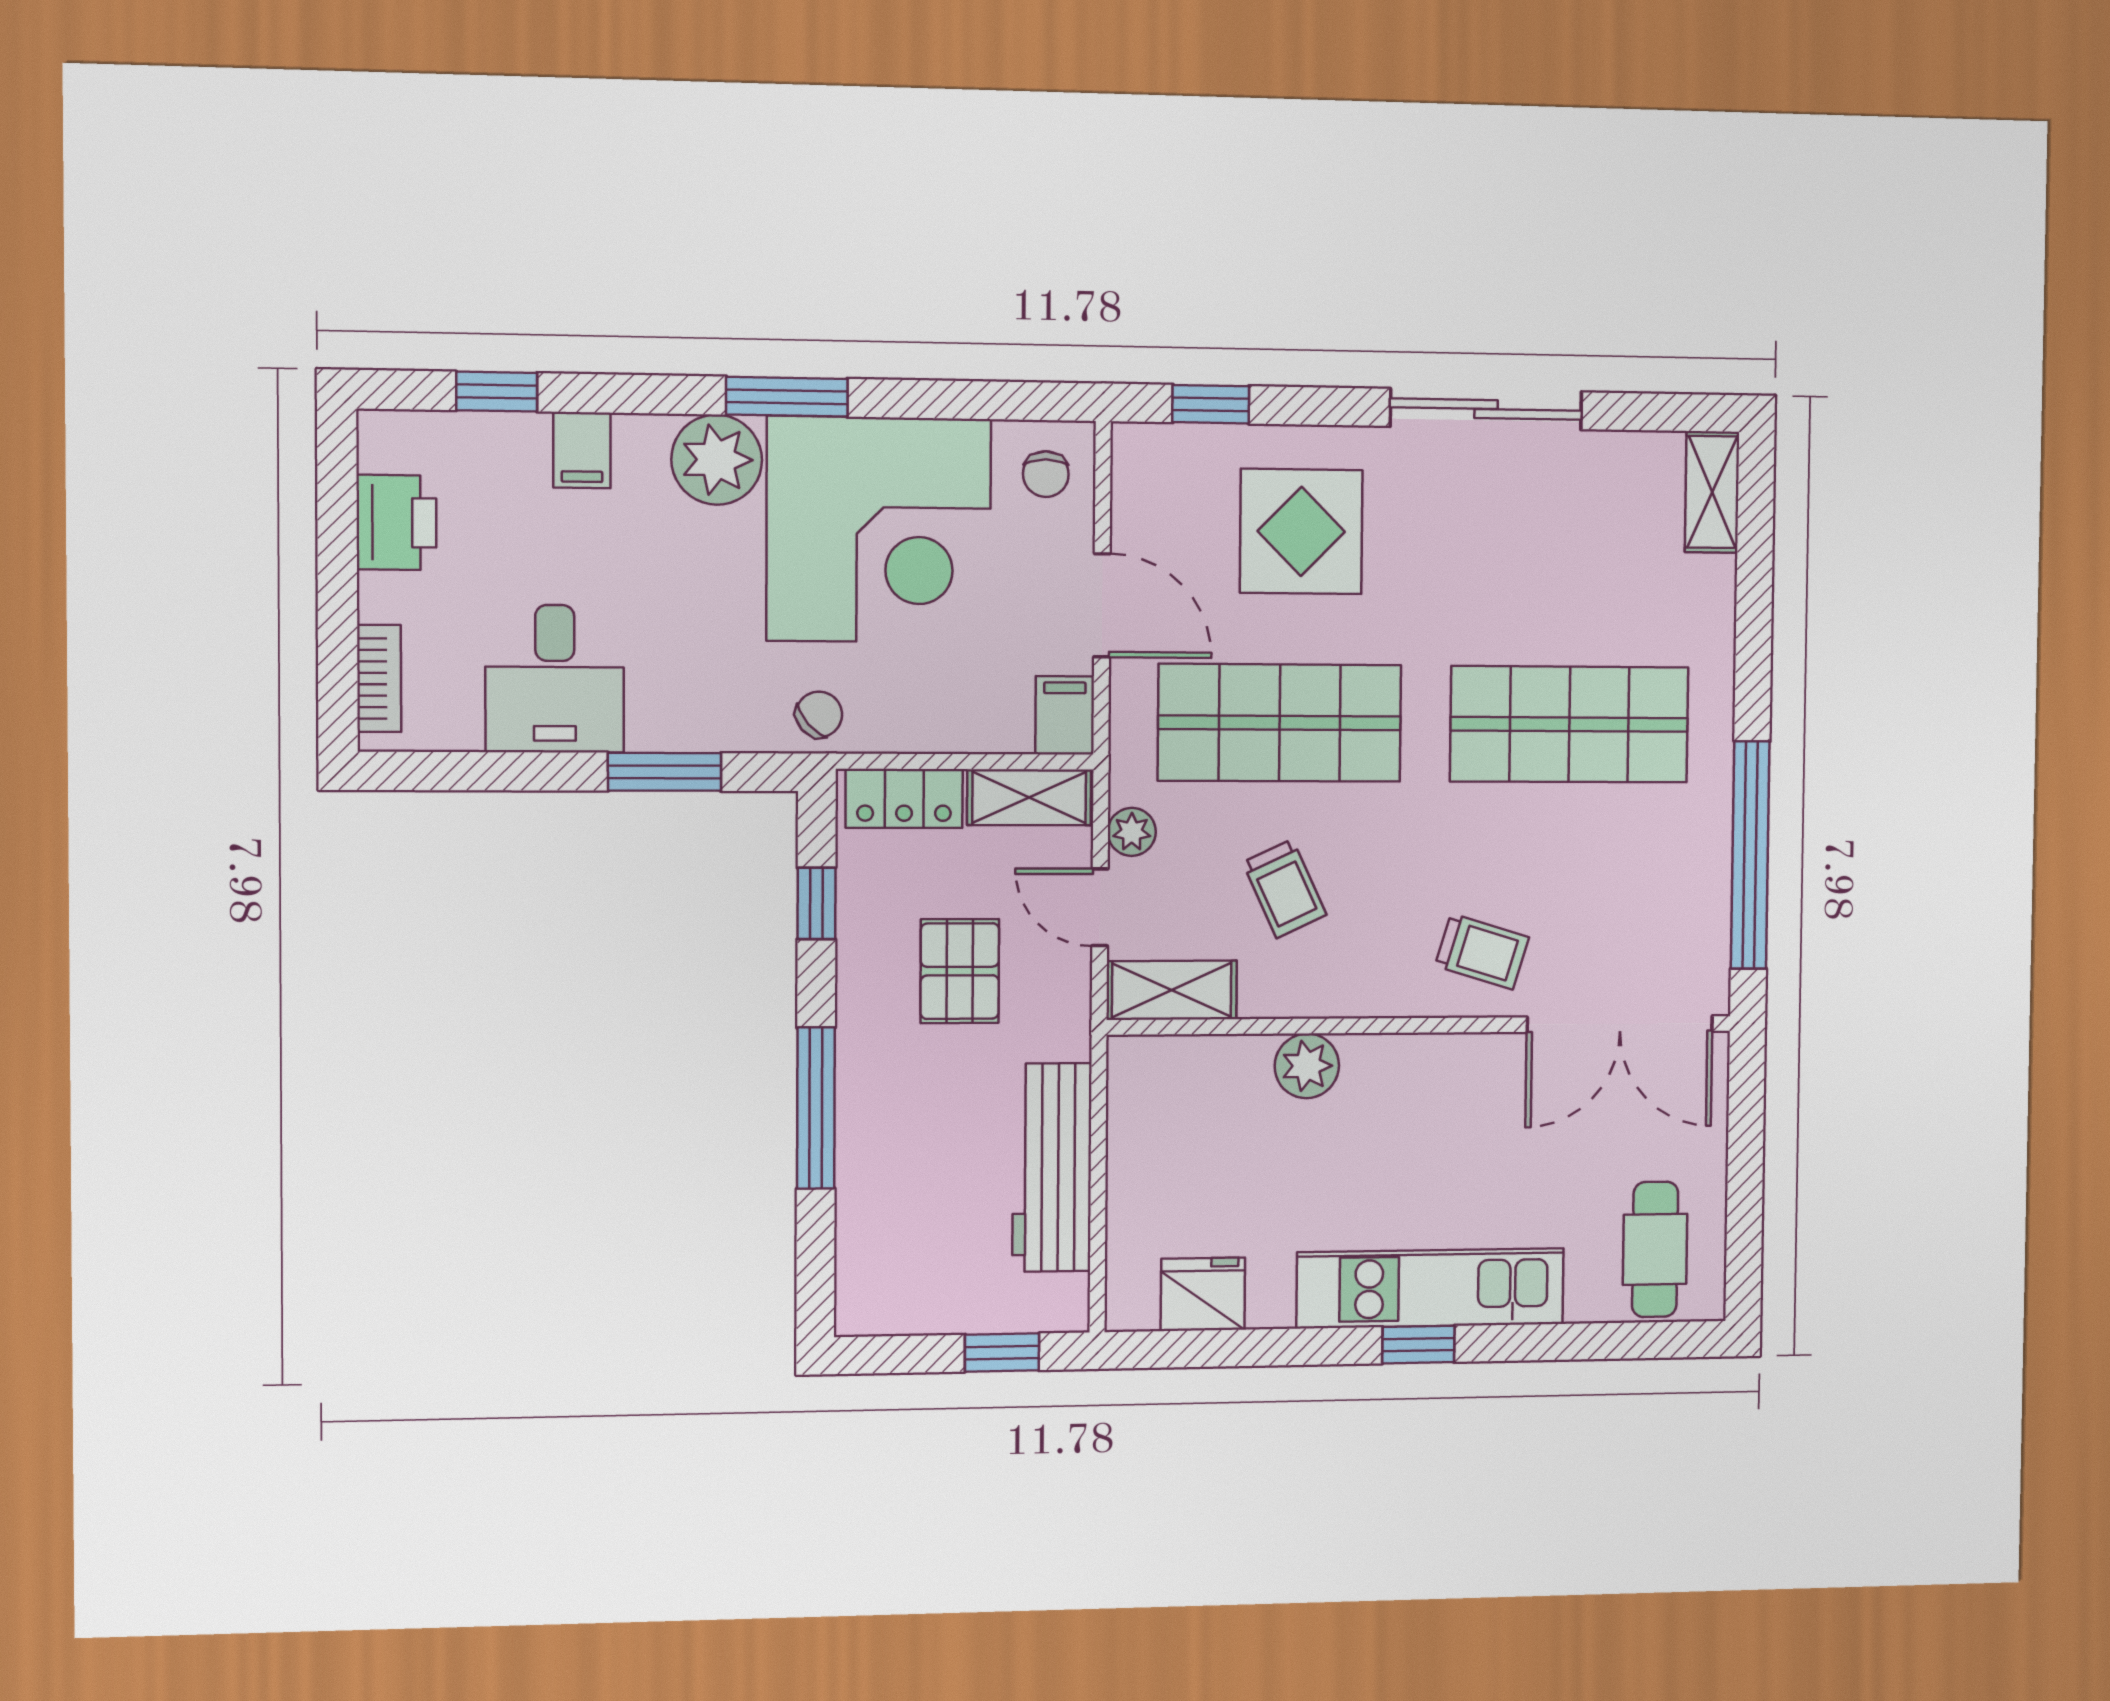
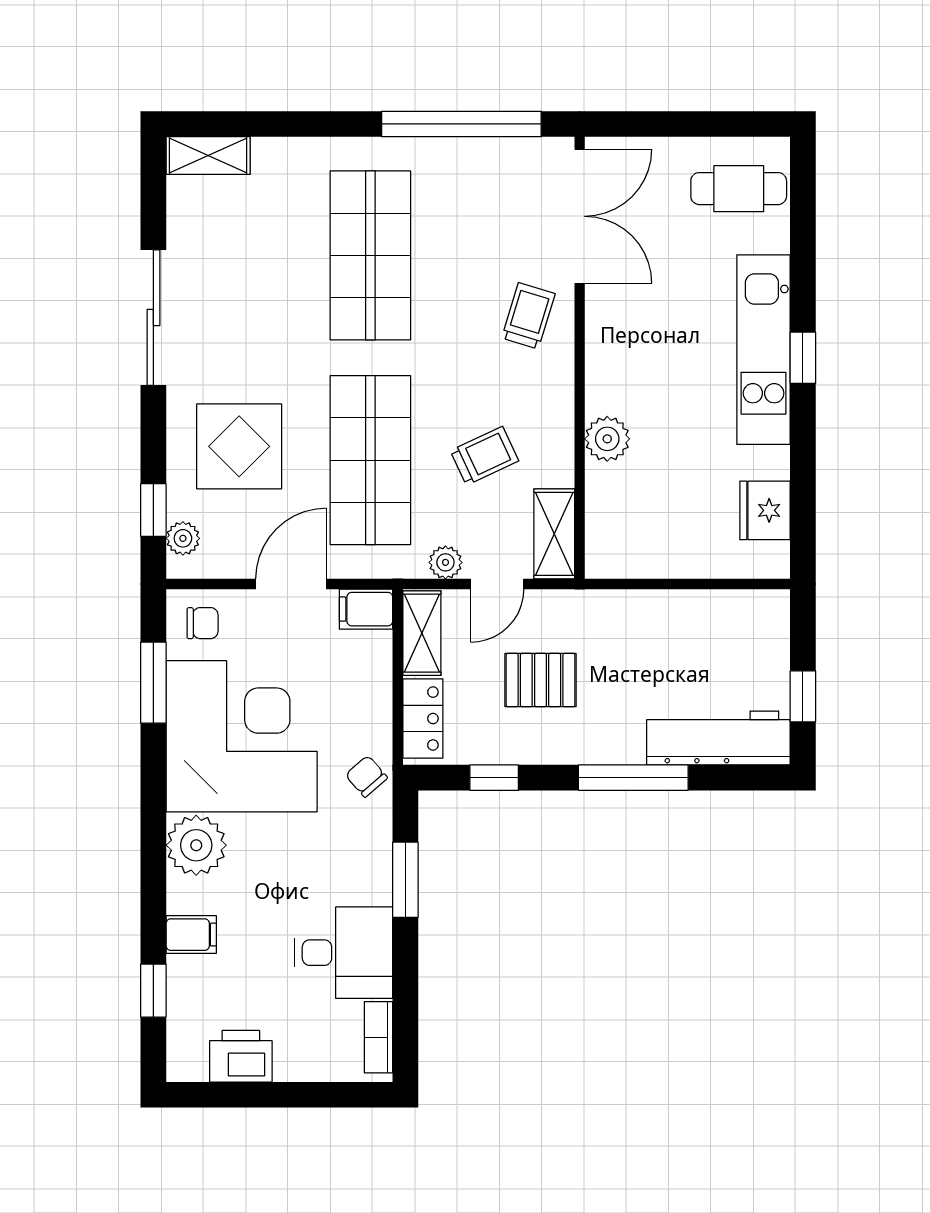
window: (787, 397) -> (153, 683), moved
plant: (1169, 447) -> (183, 538), added
bookcase: (379, 678) -> (379, 1037), moved, turned -90
workbench: (1052, 1167) -> (718, 738), moved, turned 180
window: (1002, 1352) -> (803, 696), moved

